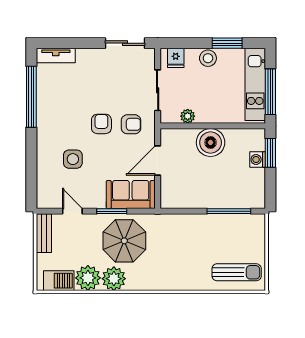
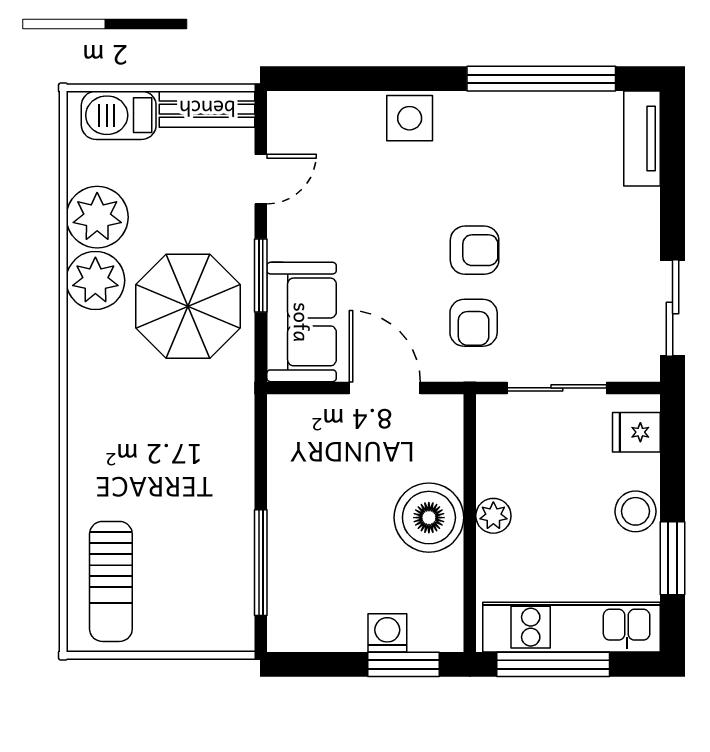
plant: (188, 116) -> (493, 516), moved
side table: (73, 159) -> (410, 118), moved
barbecue: (59, 281) -> (119, 115), moved, turned 90

